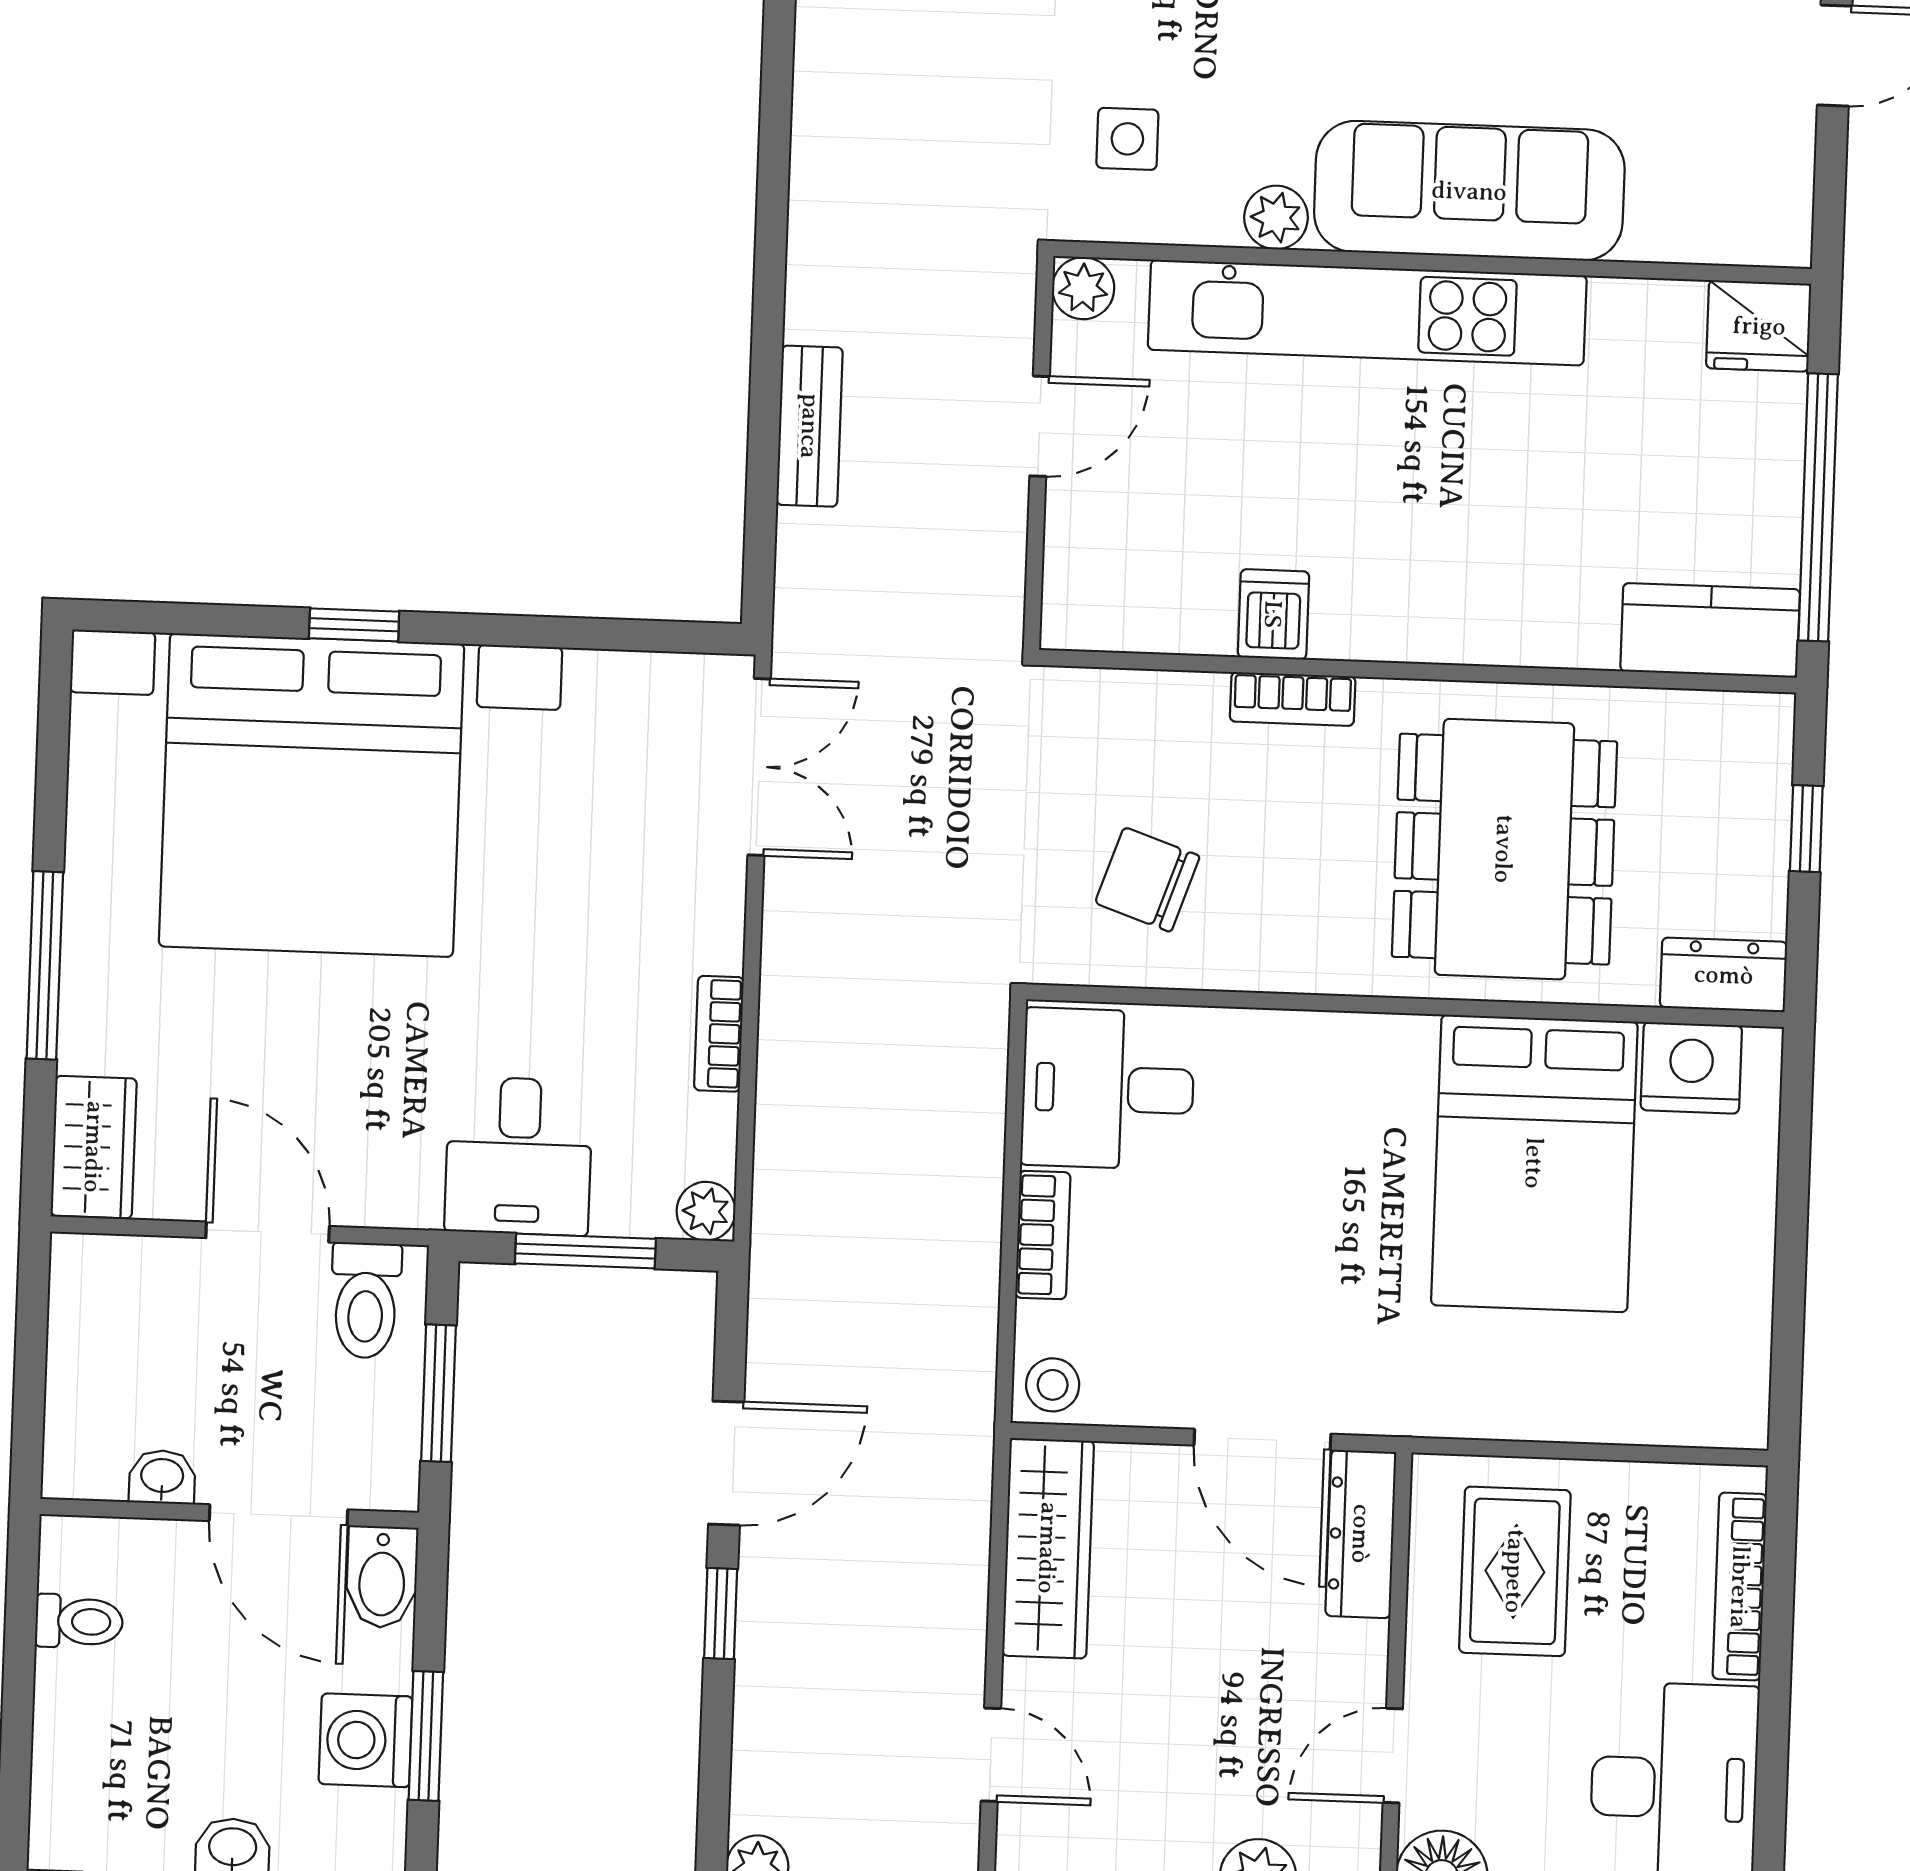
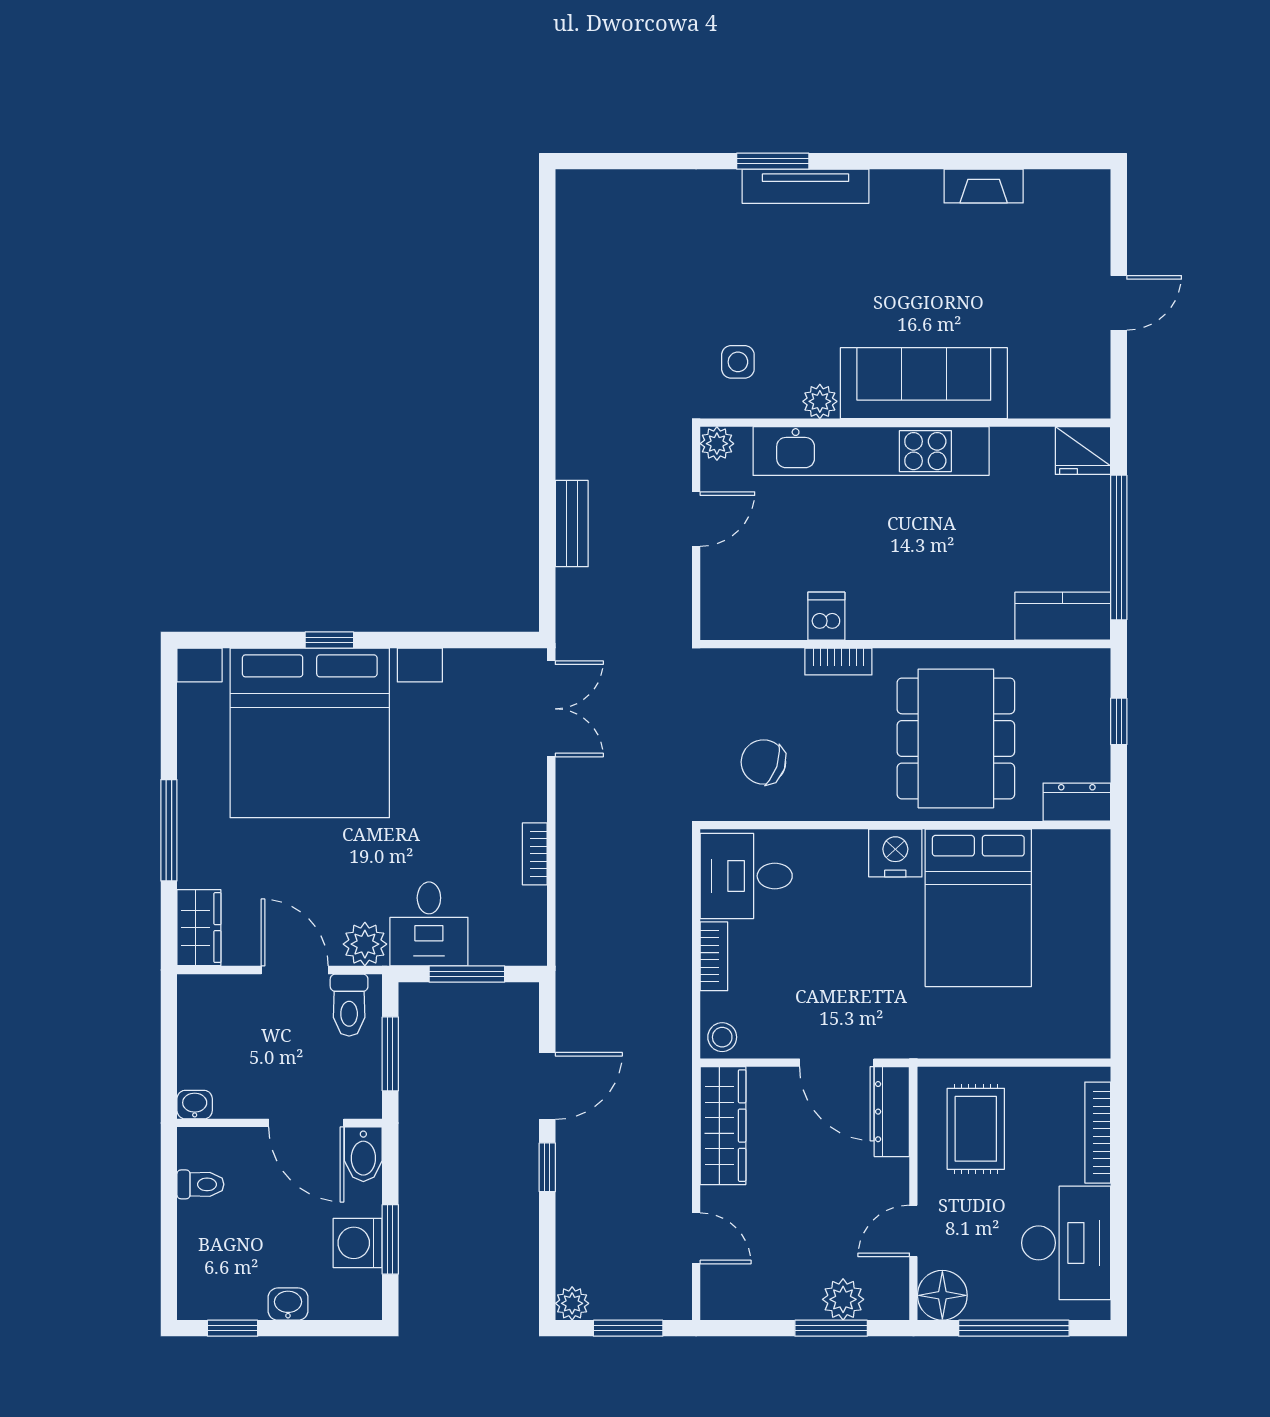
nightstand: (1691, 1068) -> (895, 853), moved
plant: (706, 1211) -> (365, 944), moved, width x1.38, depth x1.38
washbasin: (162, 1477) -> (195, 1105), moved

